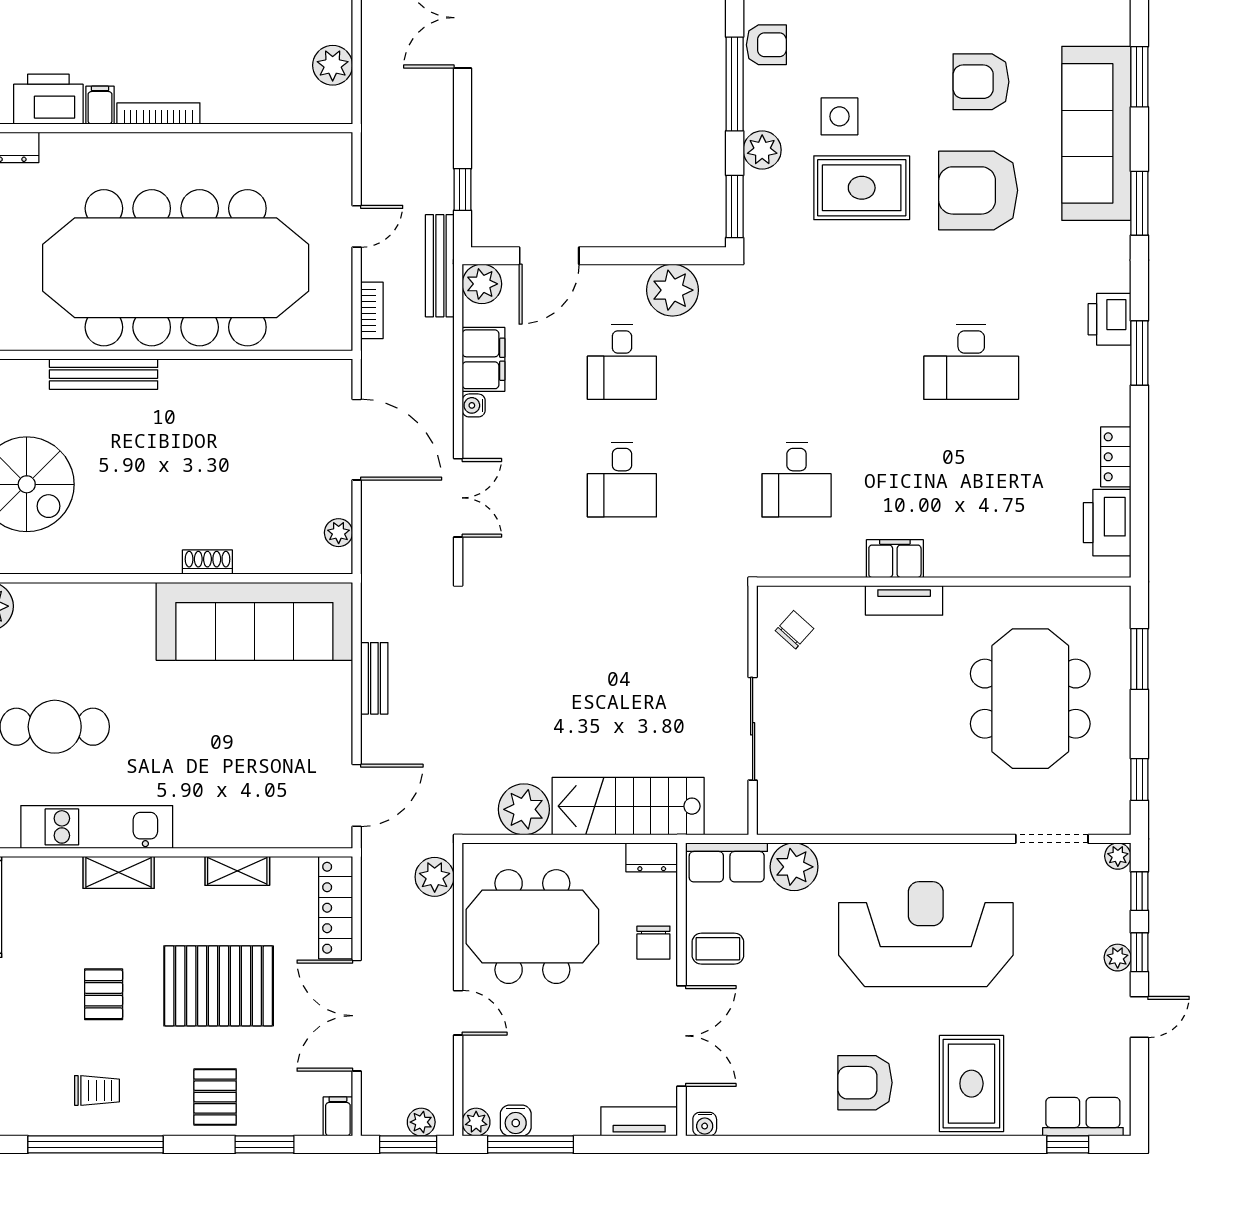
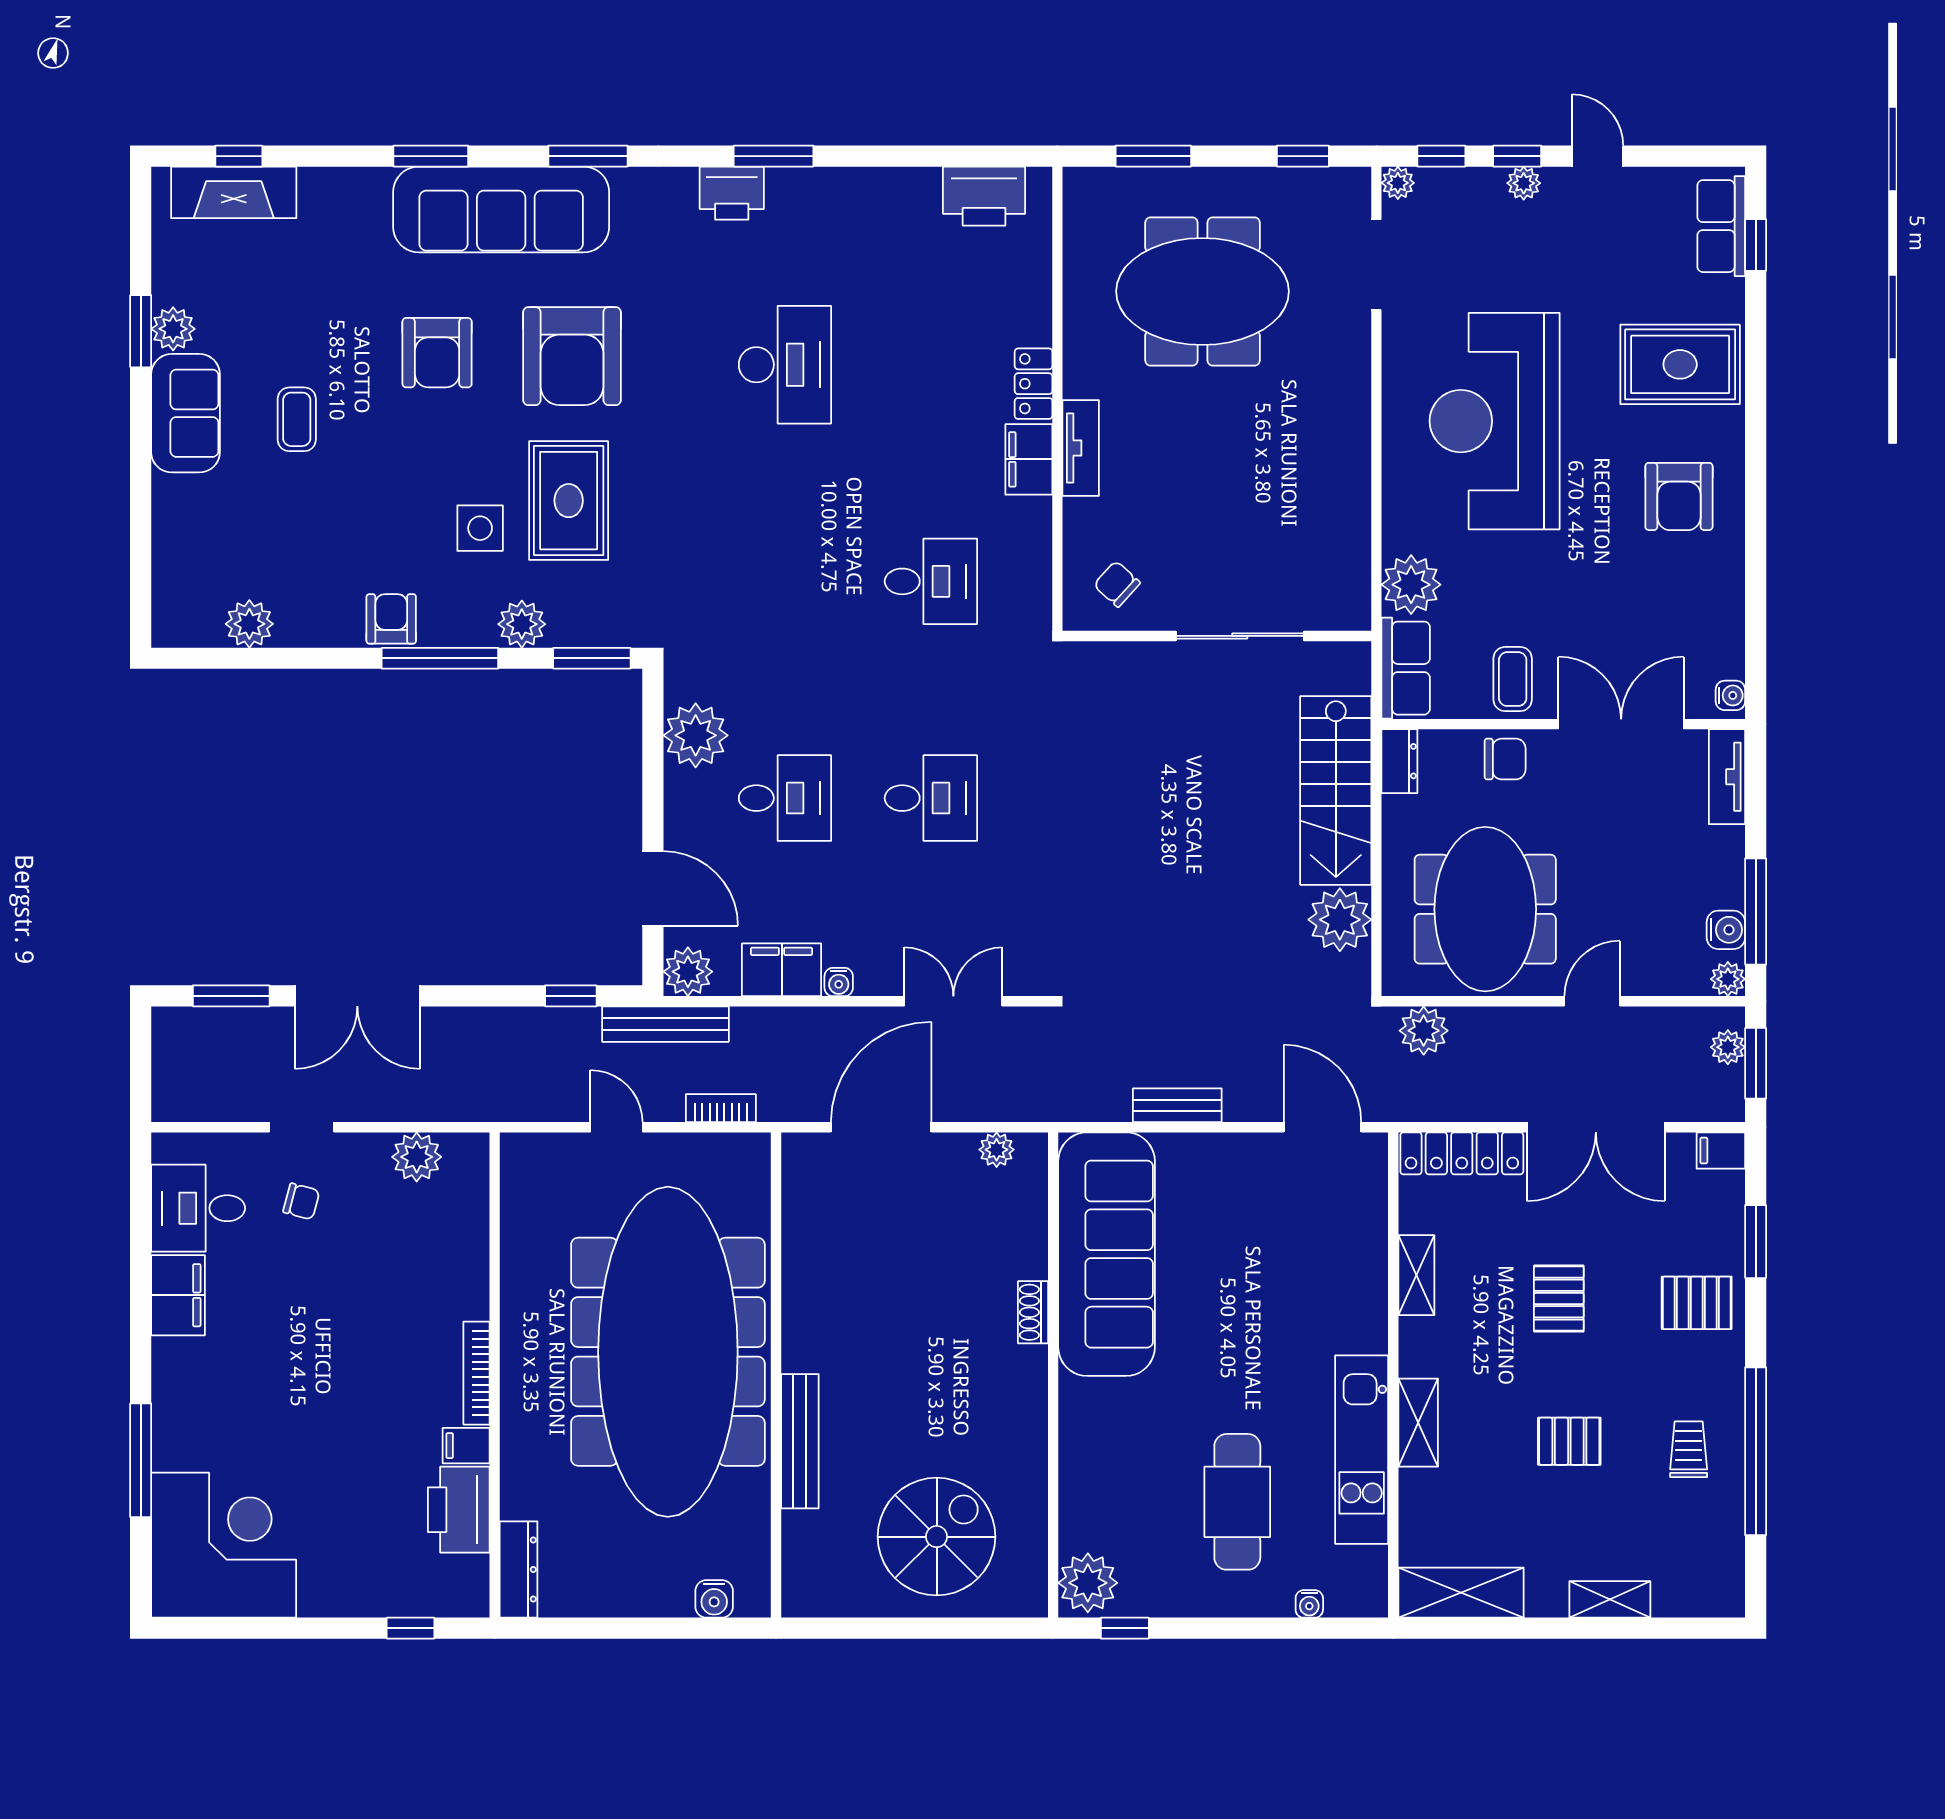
locker: (1116, 457) -> (1034, 384), moved, turned 90
pallet: (219, 986) -> (1559, 1299), width x0.49, depth x0.50

